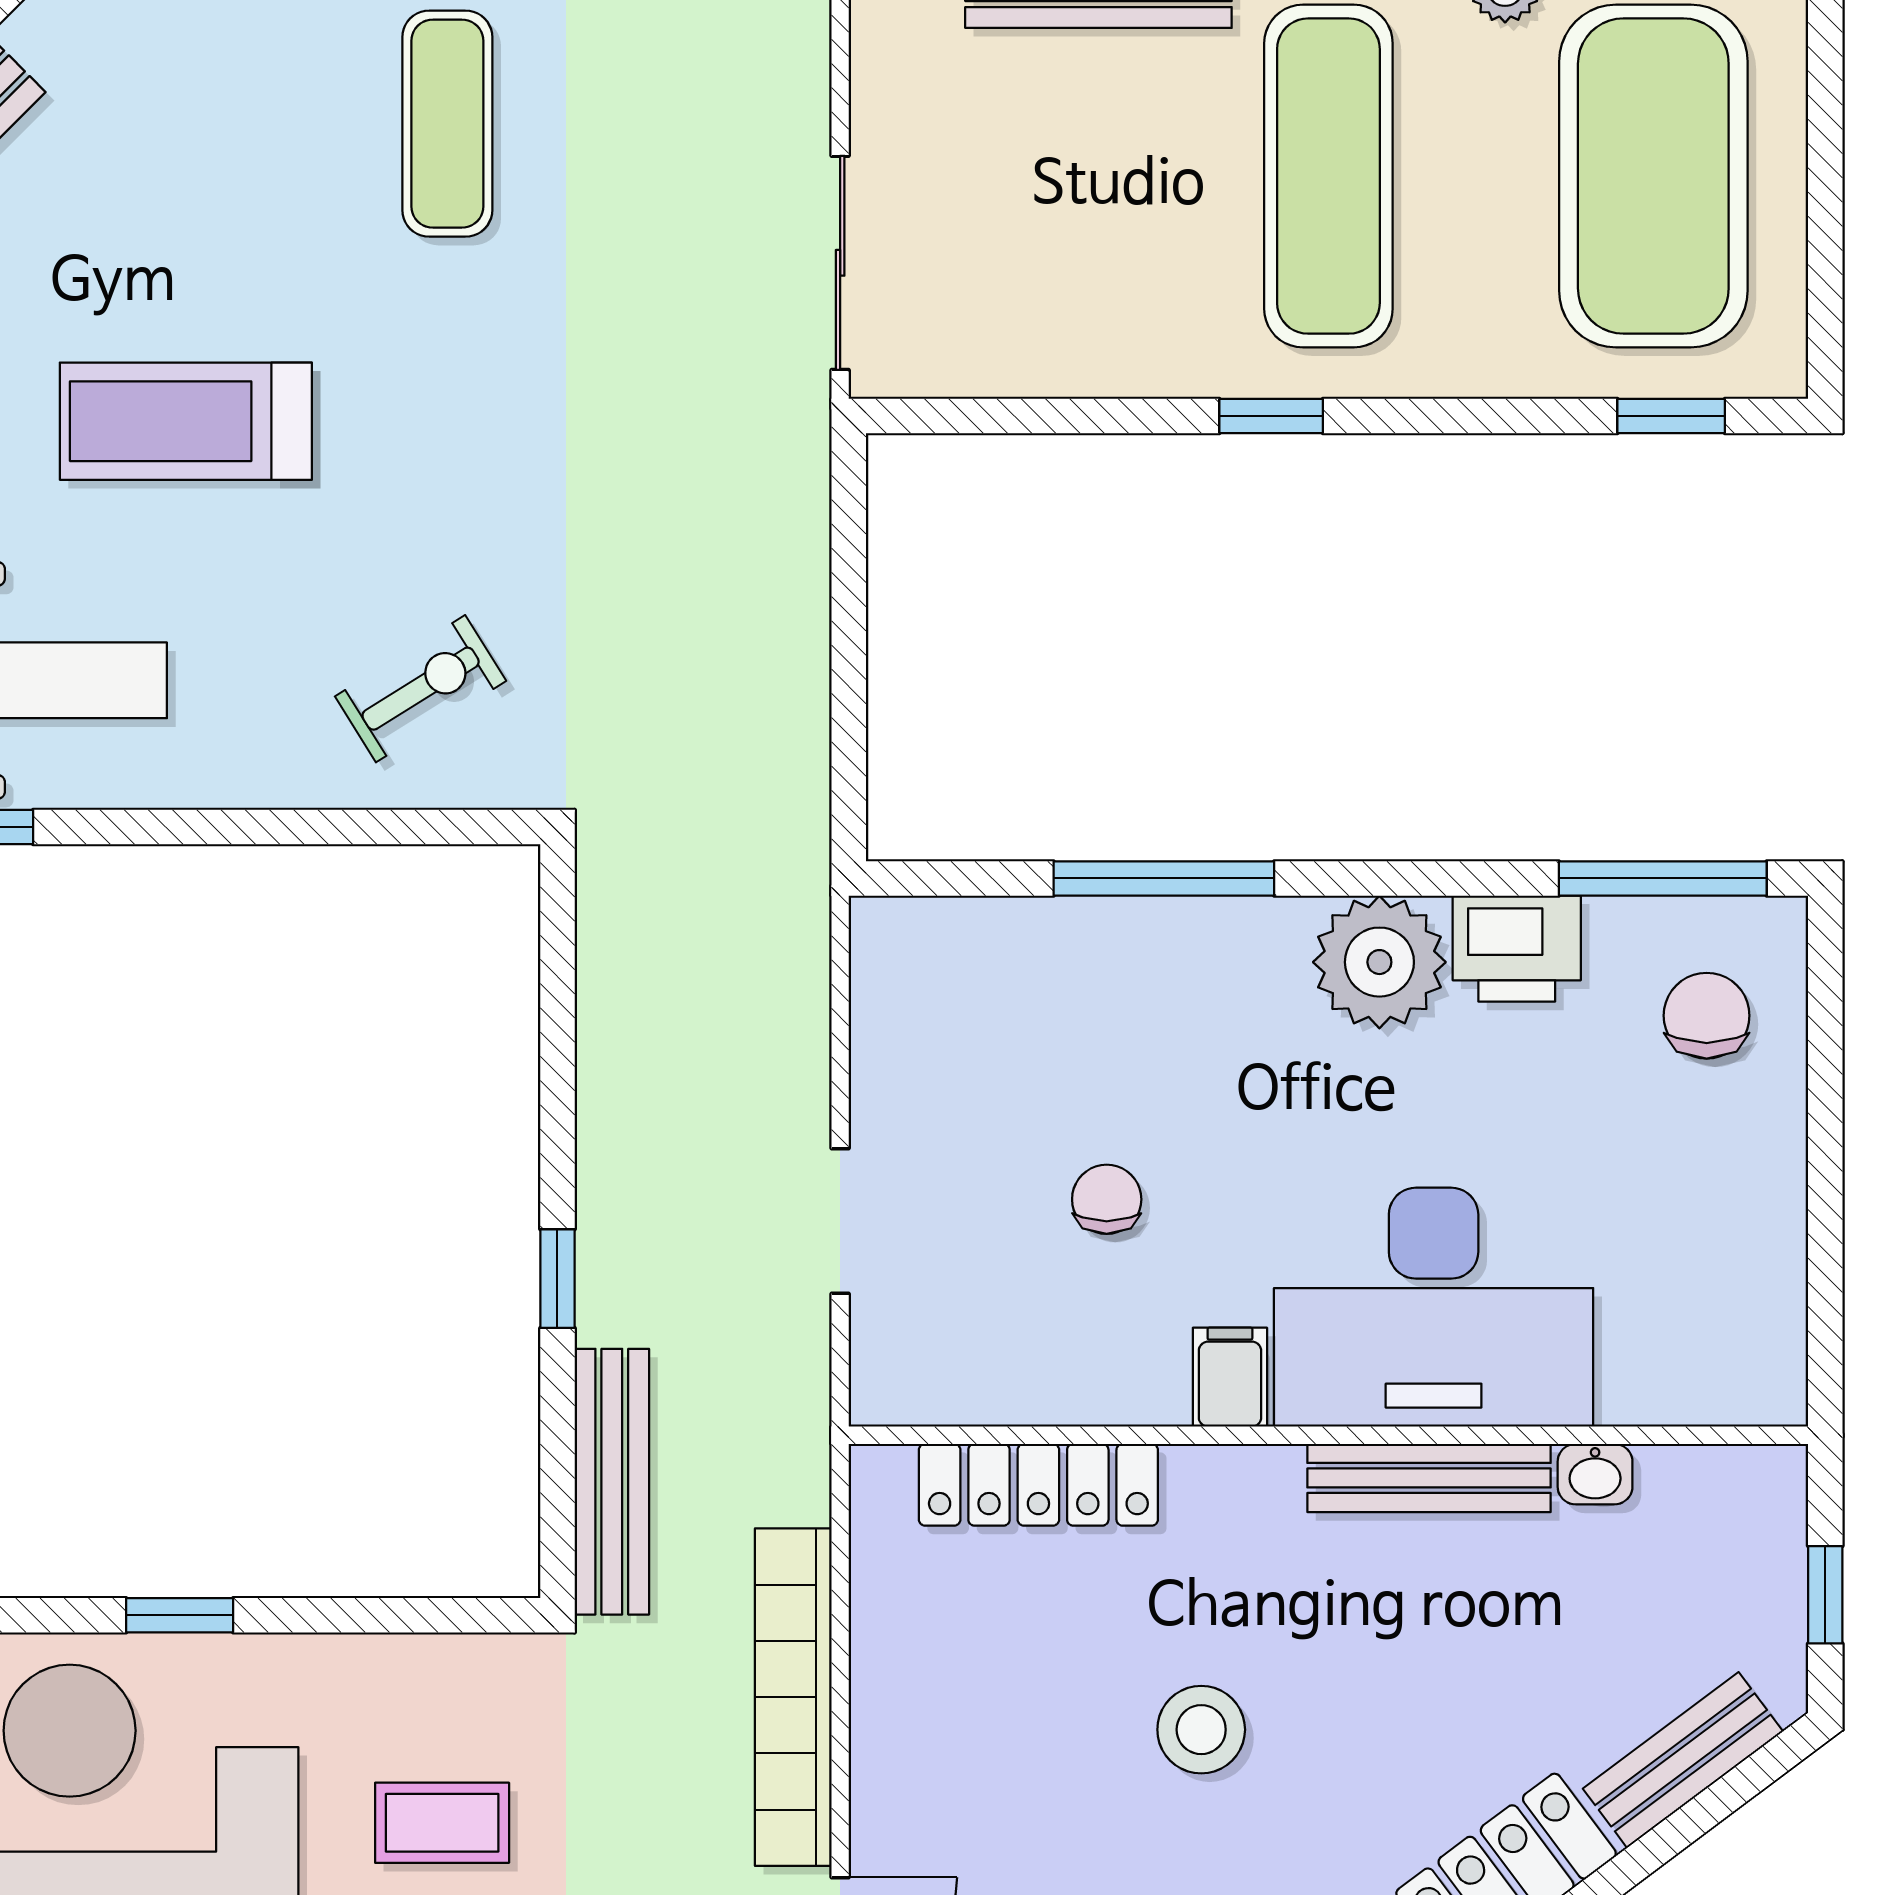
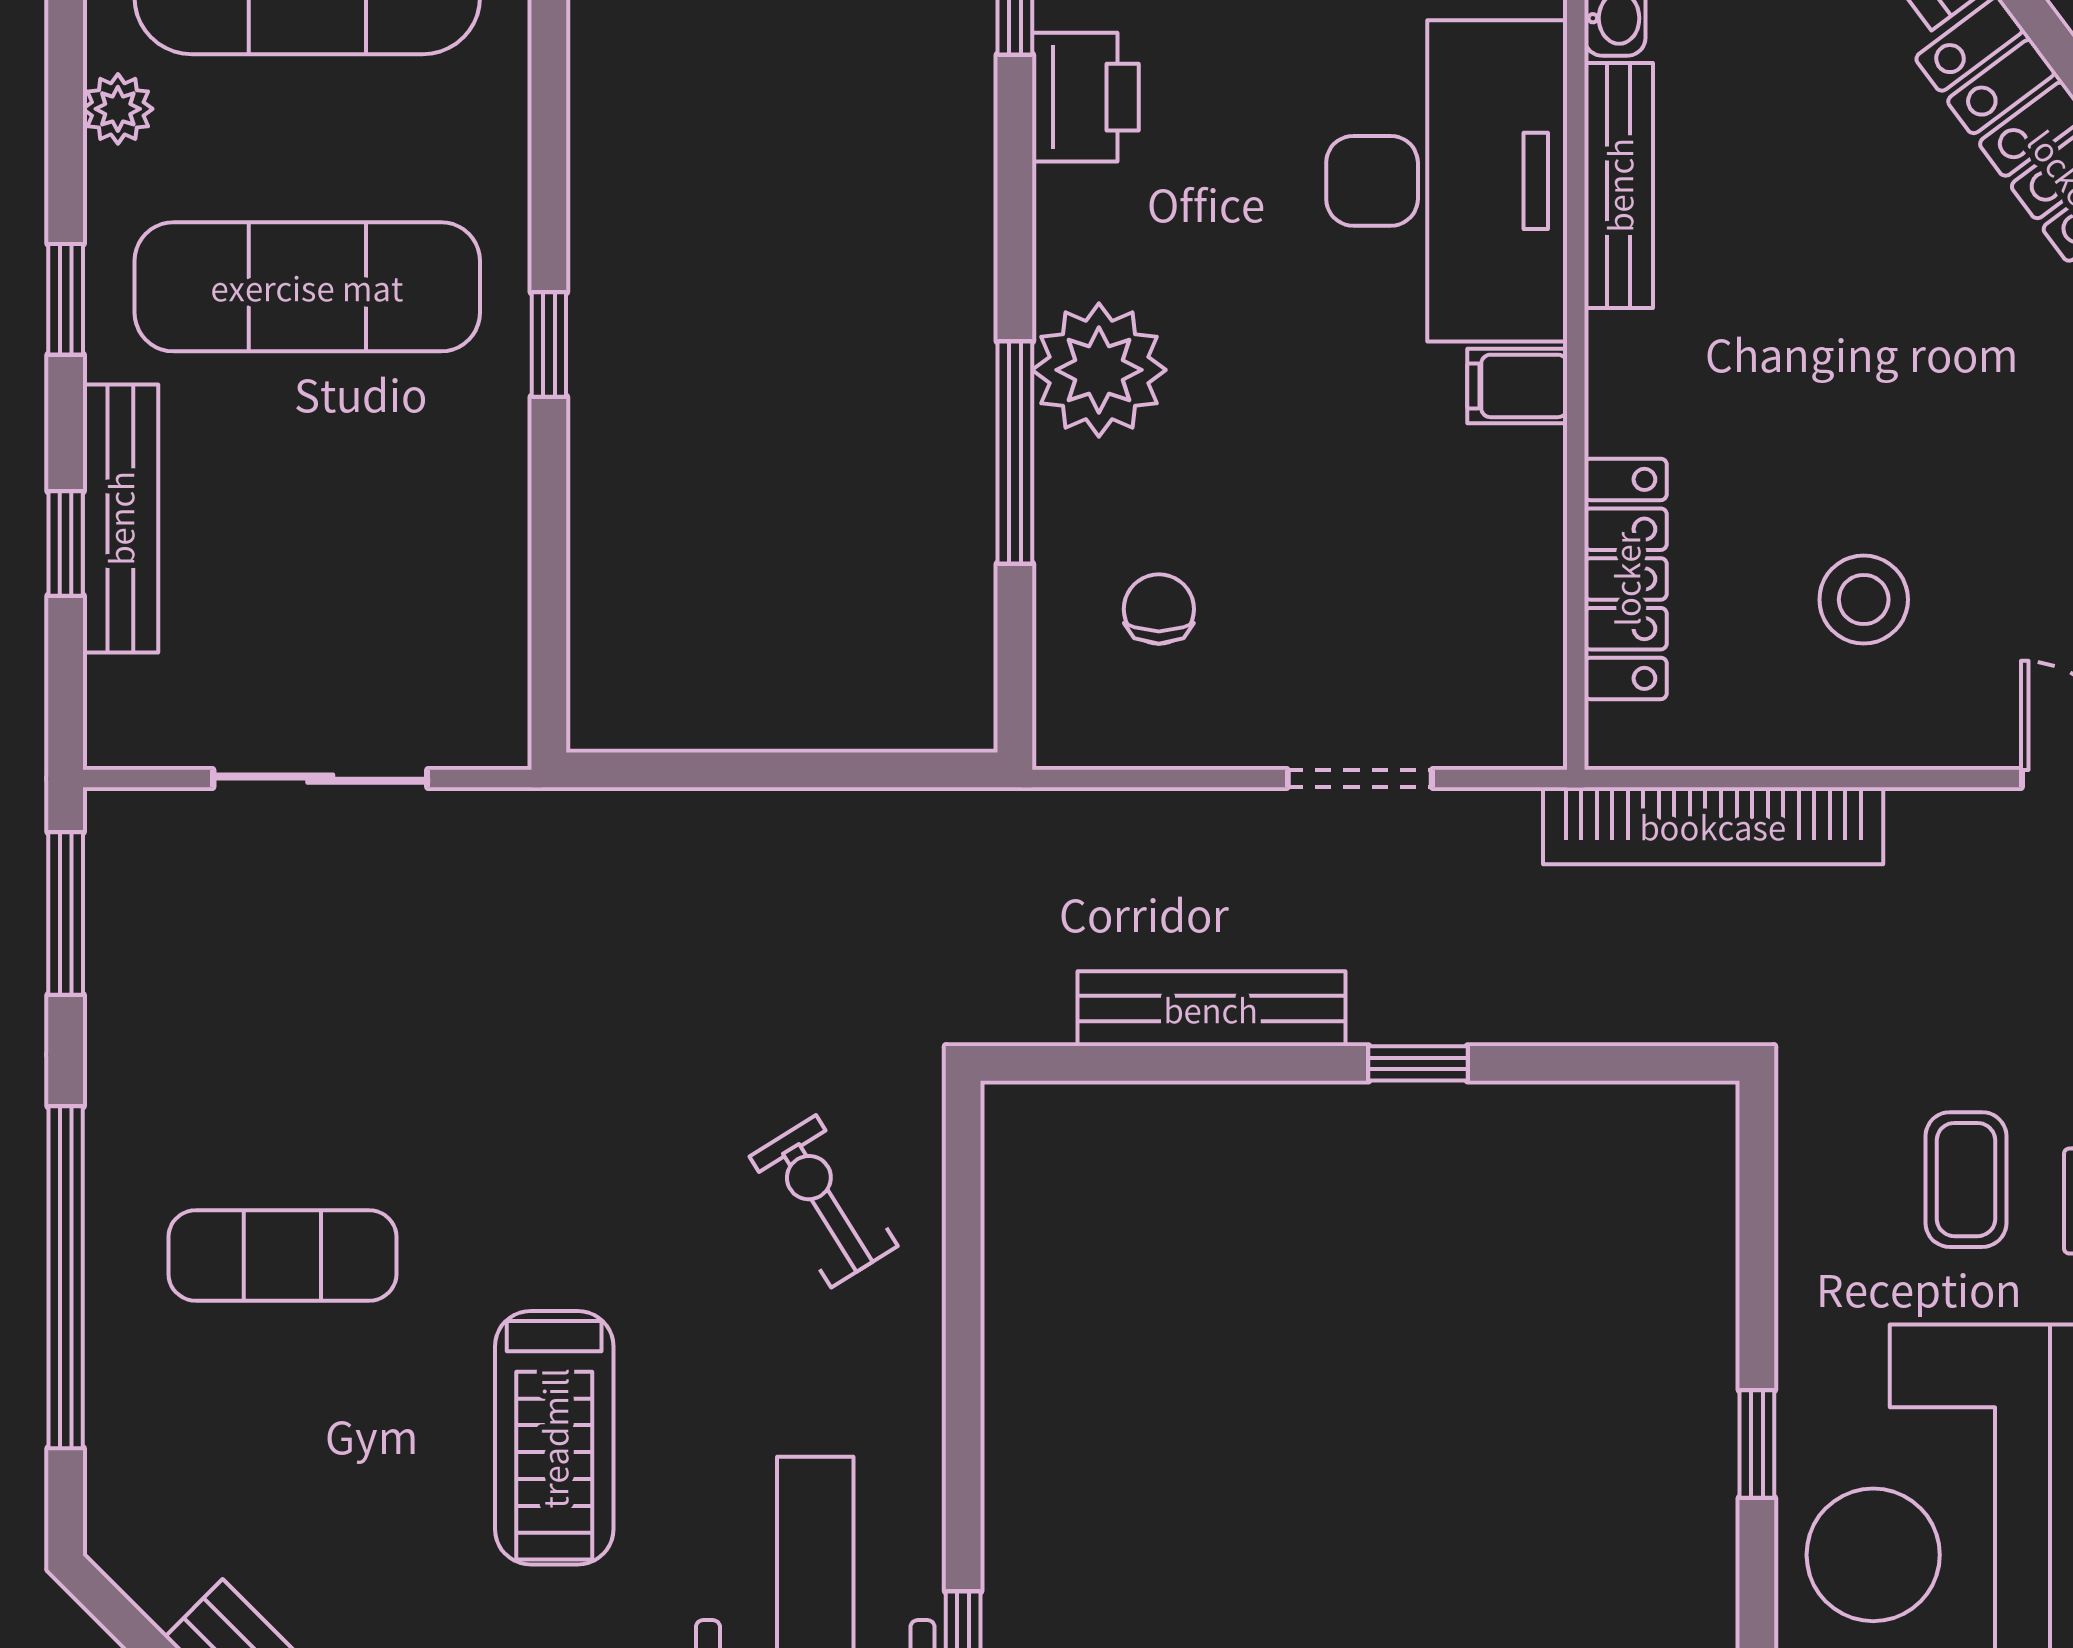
exercise mat: (447, 124) -> (282, 1255), moved
sliding door: (840, 263) -> (320, 779), moved
plant: (1379, 962) -> (1099, 370), moved
chair: (1107, 1199) -> (1159, 609), moved, turned 90
bench: (612, 1482) -> (1211, 1009), moved
bookcase: (793, 1697) -> (1713, 826), moved
stool: (1201, 1730) -> (1864, 600), moved

